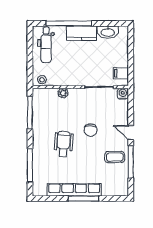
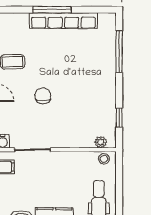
plant: (63, 93) -> (101, 142), moved
window: (30, 113) -> (119, 118), width x0.46
wheelchair: (64, 144) -> (77, 78), removed

